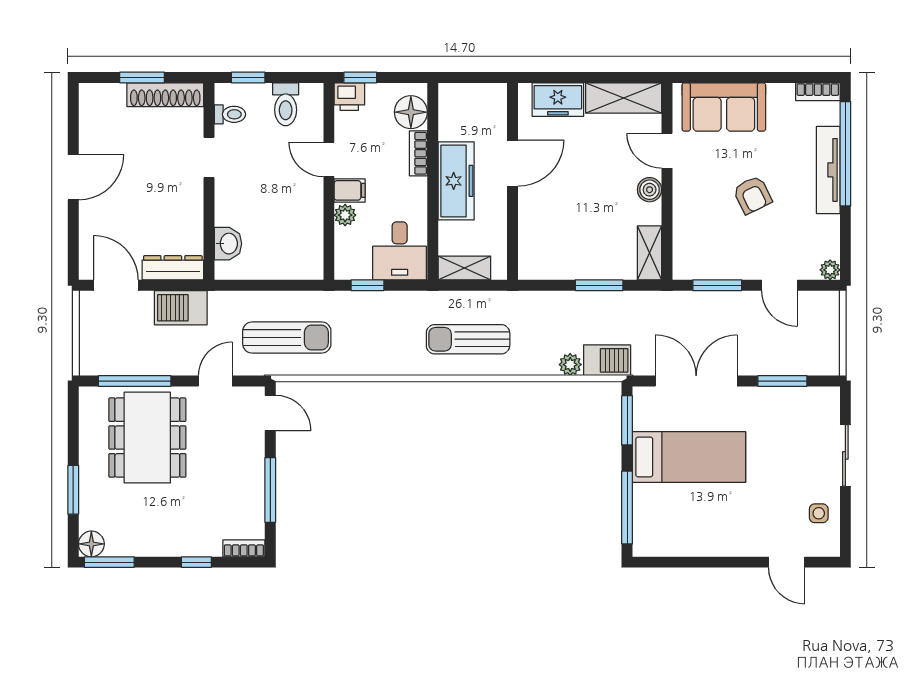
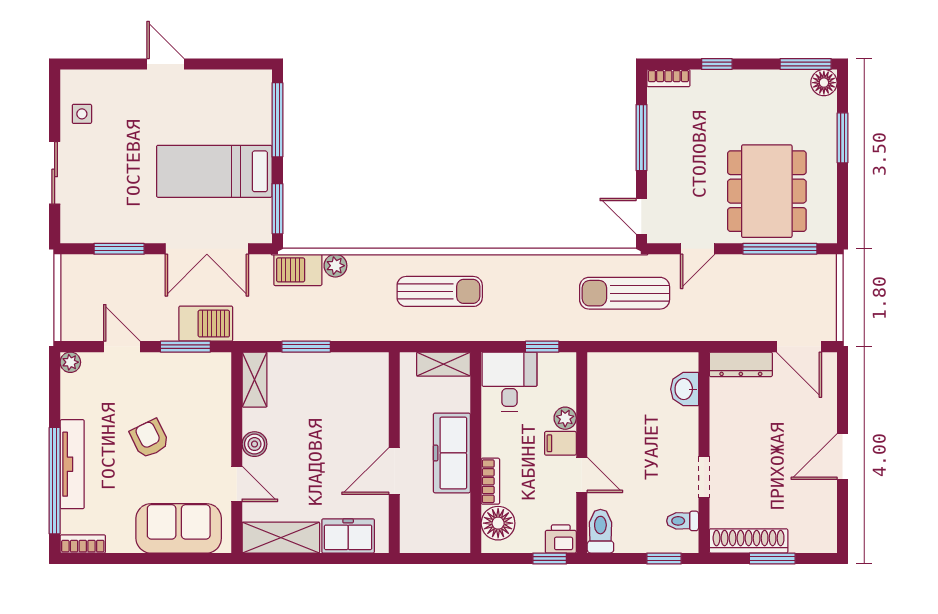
toilet: (286, 104) -> (600, 531), moved
barbecue: (181, 308) -> (206, 324), moved
door: (787, 562) -> (165, 64), moved

